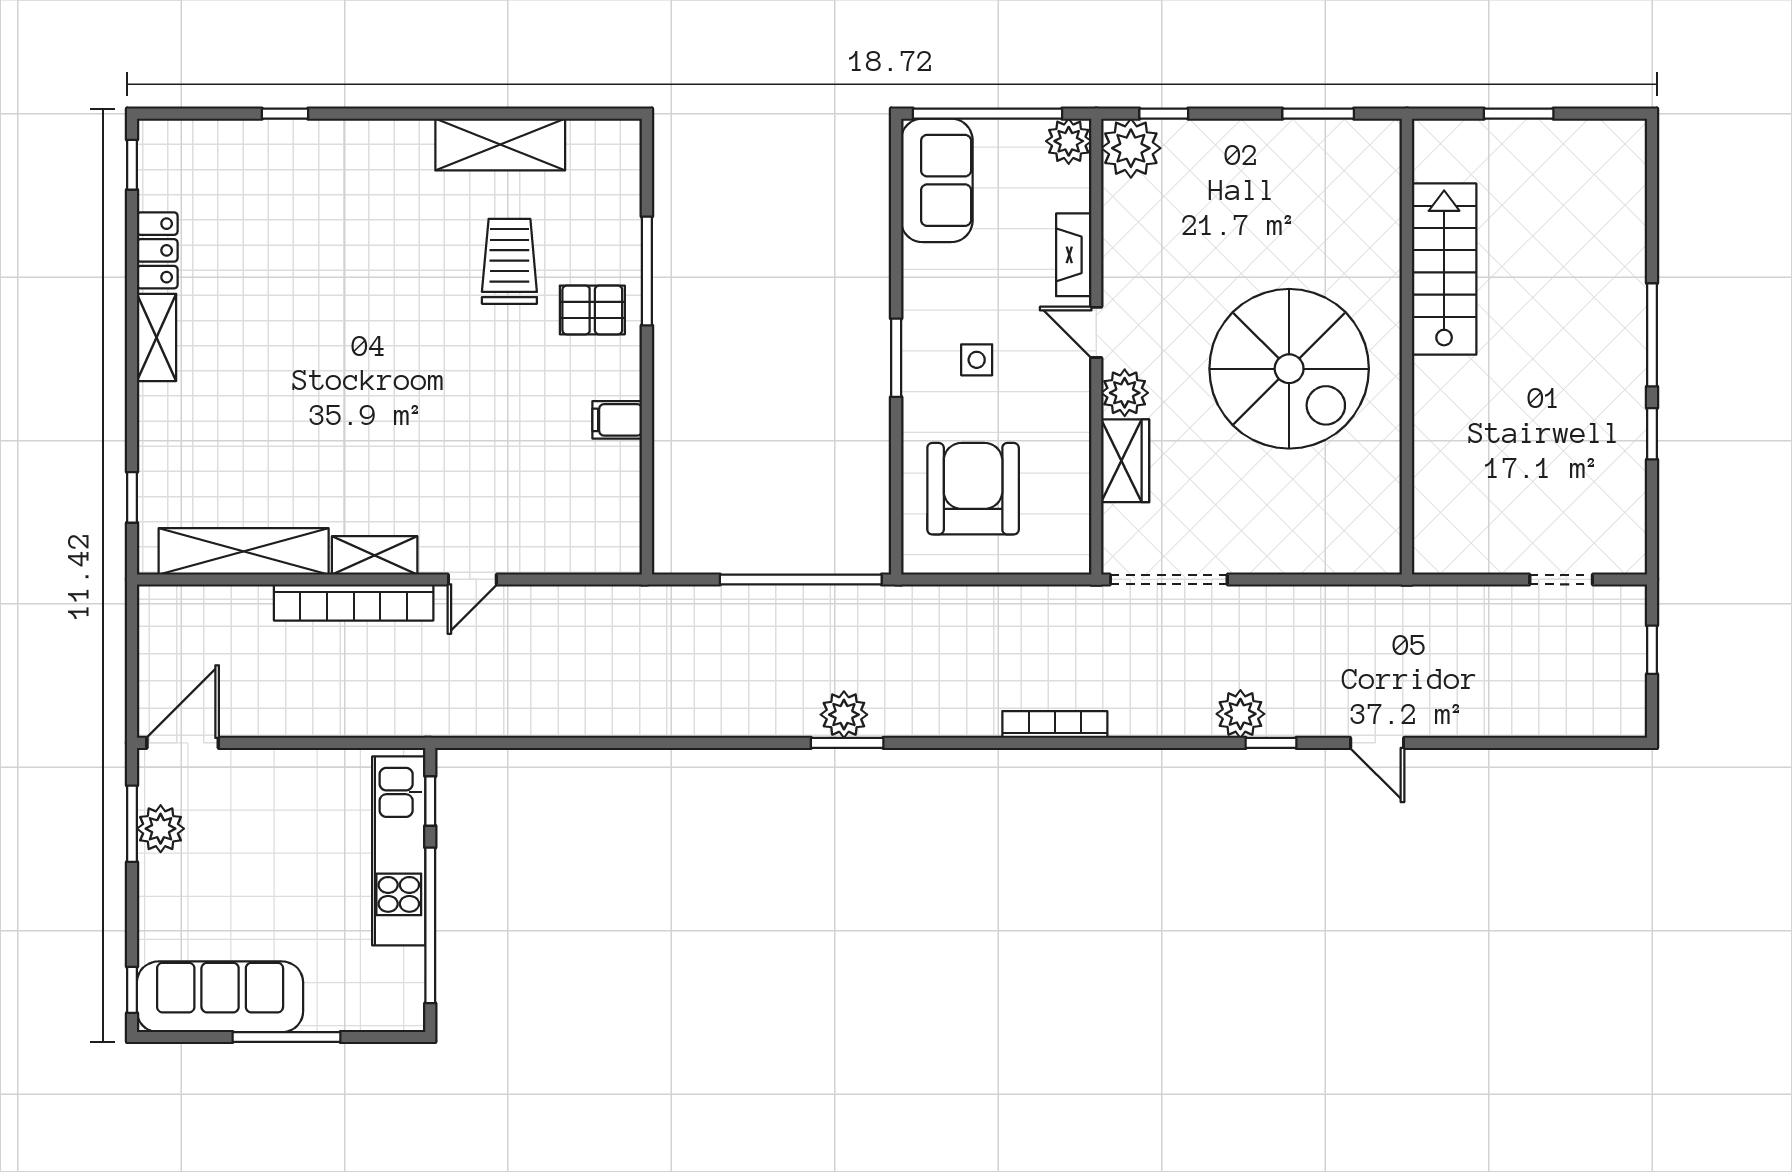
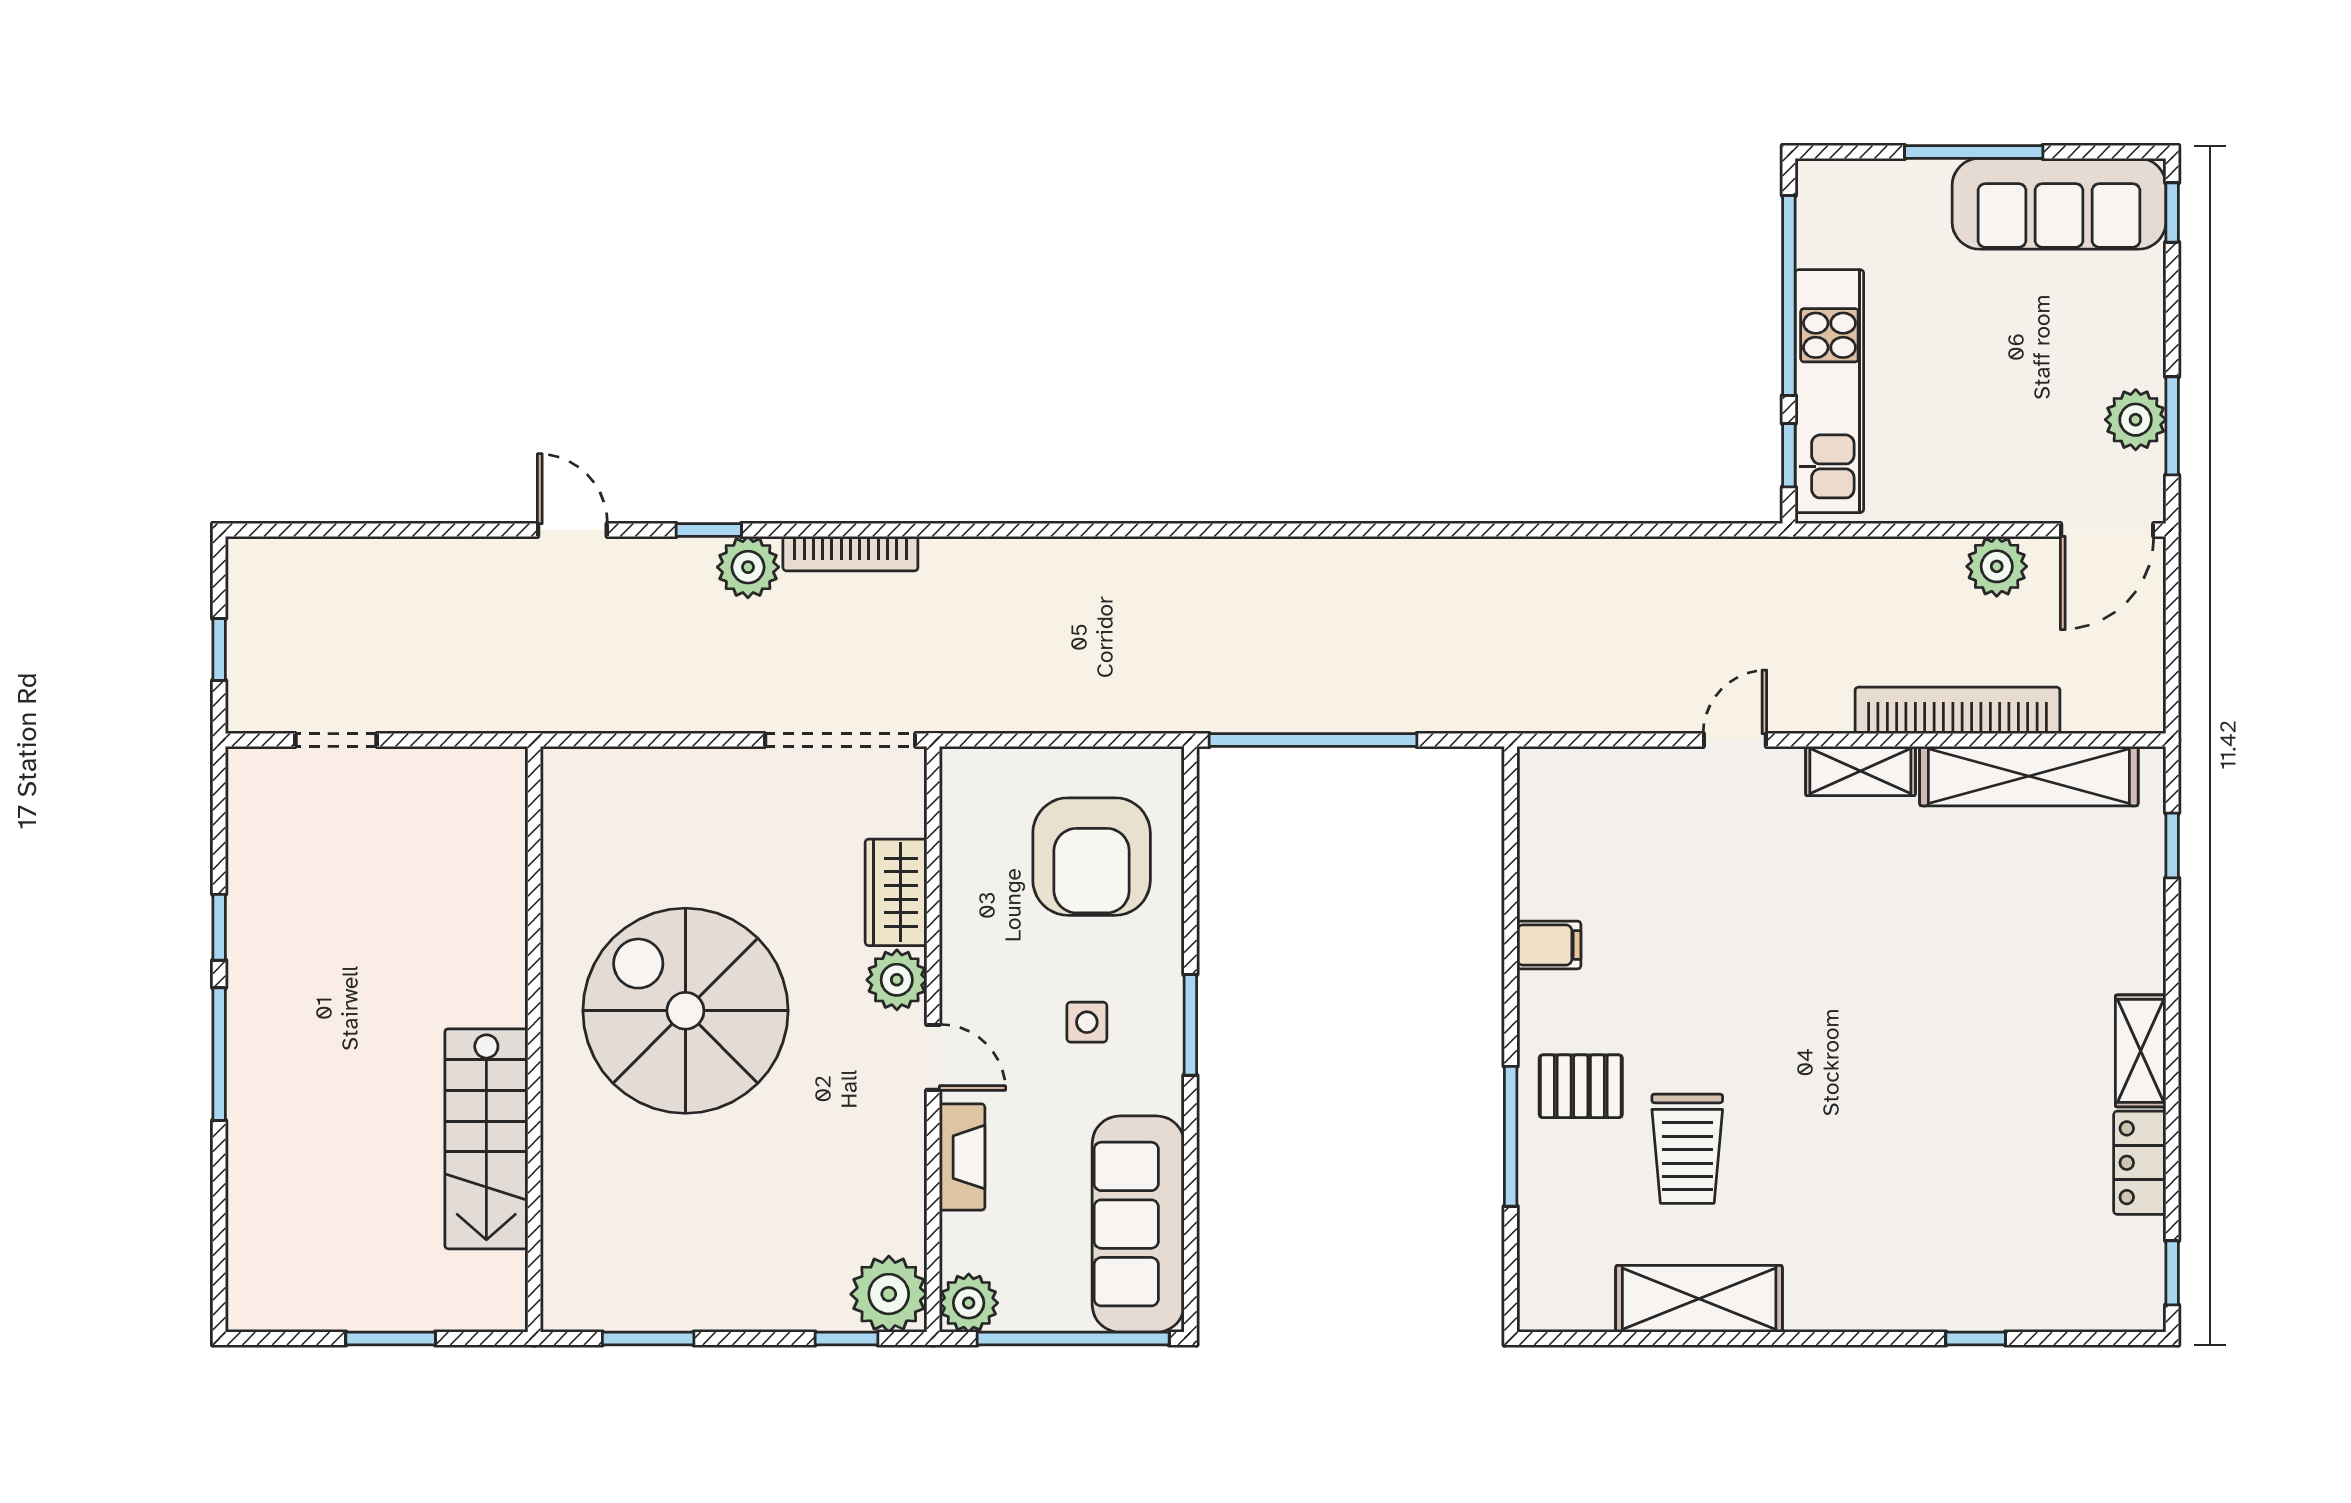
sofa: (937, 180) -> (1138, 1224), width x1.36
bookcase: (354, 602) -> (1957, 710), moved
plant: (844, 715) -> (1997, 566), moved
bookcase: (1055, 725) -> (850, 554), moved
window: (847, 743) -> (1253, 530), removed

